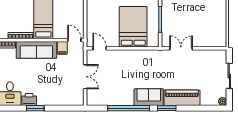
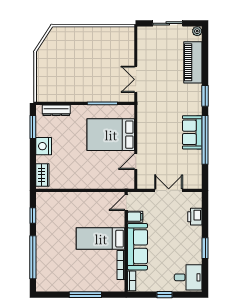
door: (100, 48) -> (136, 162), moved
sofa: (149, 97) -> (192, 132), moved
piano: (182, 98) -> (193, 62), moved
printer: (29, 99) -> (195, 217), moved

